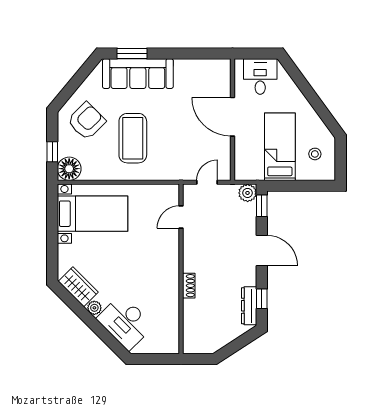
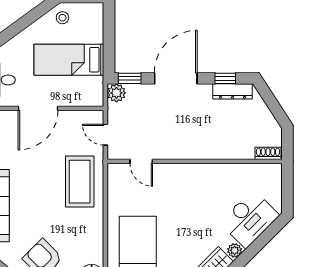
coffee table: (133, 138) -> (80, 182), moved, turned 90
stool: (315, 154) -> (63, 18), moved
door: (262, 251) -> (176, 78), width x1.36
shoe rack: (189, 286) -> (268, 153), moved

